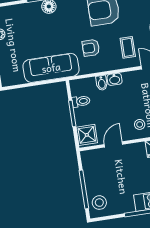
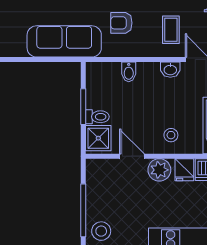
washbasin: (115, 79) -> (170, 70), moved
toilet: (81, 101) -> (97, 117), moved
door: (113, 144) -> (132, 156), hinge flipped
plant: (135, 151) -> (159, 170), added

